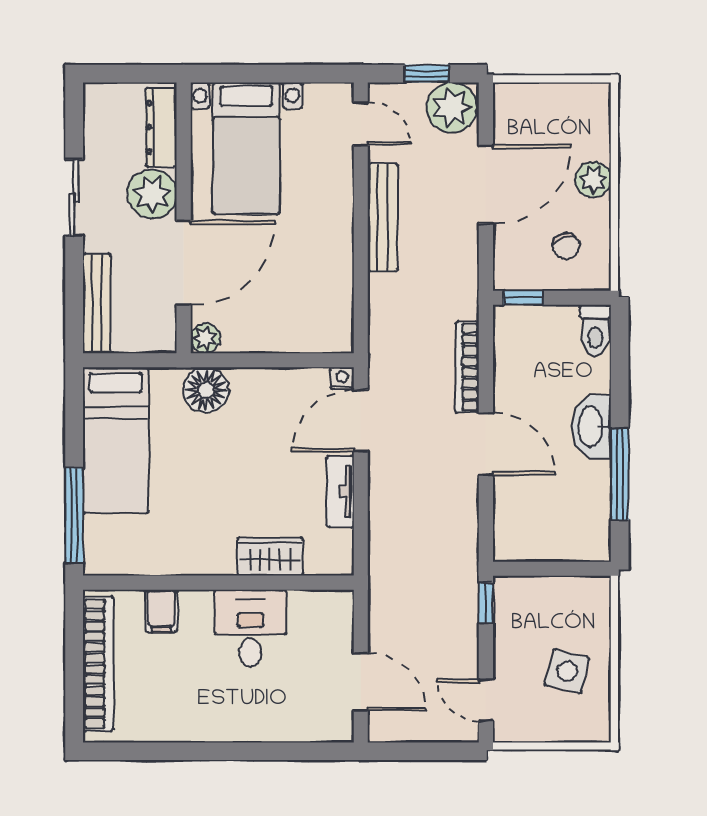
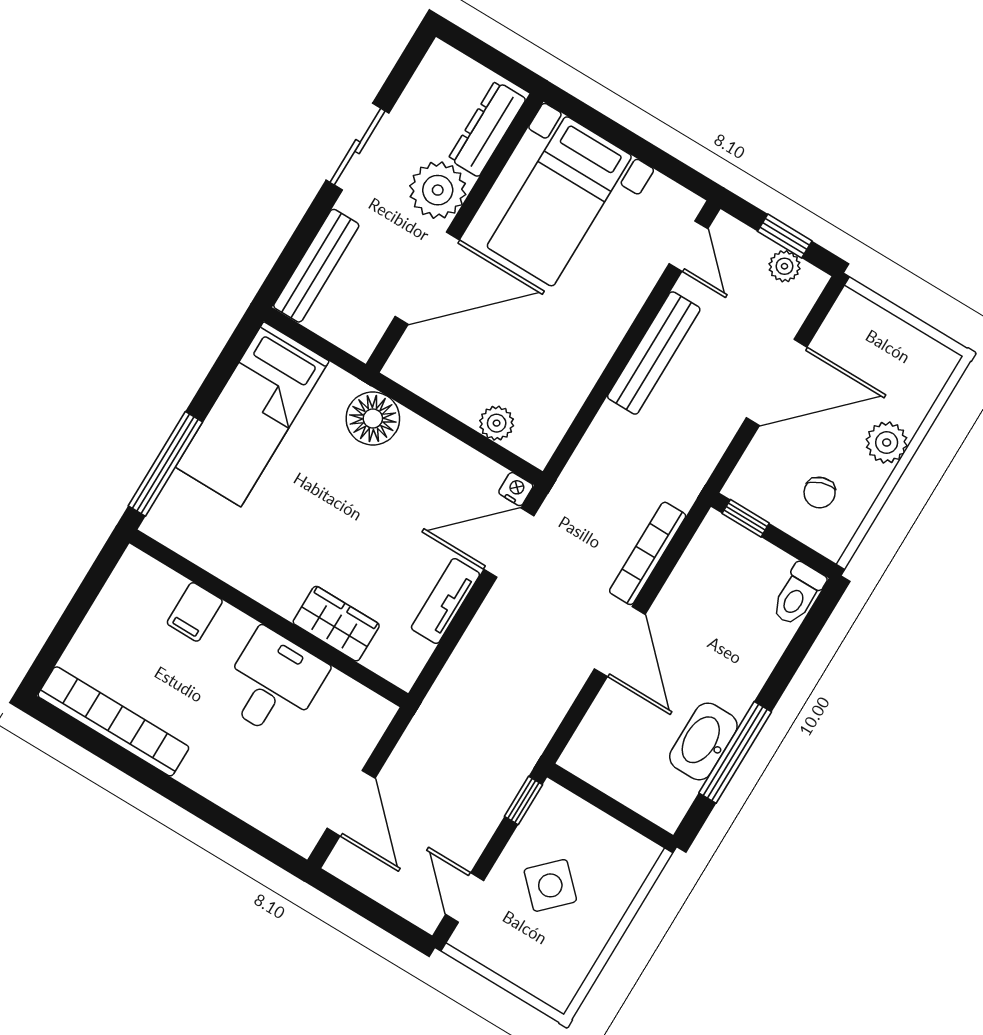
plant: (452, 108) -> (784, 266), width x0.53, depth x0.53
plant: (205, 339) -> (497, 423), moved
washbasin: (592, 427) -> (703, 741), moved
bookcase: (98, 664) -> (113, 721), moved, turned -90
side table: (567, 671) -> (550, 885), moved, turned 31

